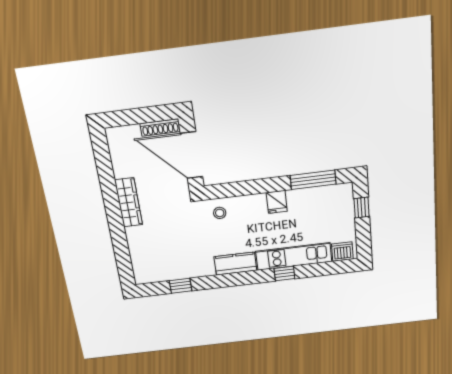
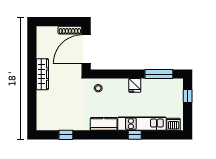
door: (192, 155) -> (86, 49), hinge flipped

